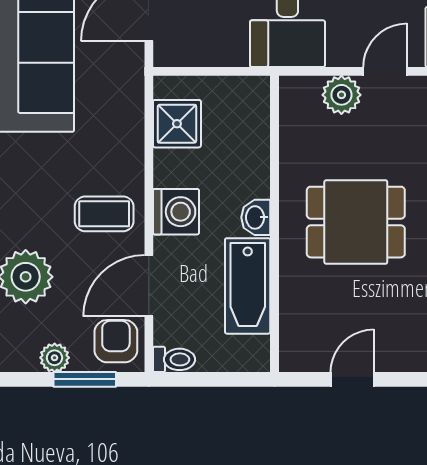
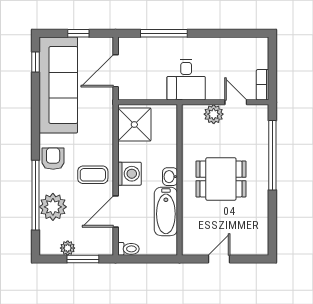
door: (385, 71) -> (236, 102), hinge flipped
shower: (177, 124) -> (134, 125), width x1.36, depth x1.36
armchair: (116, 341) -> (53, 159), moved

